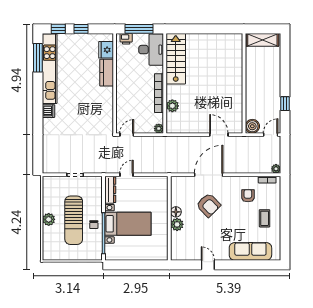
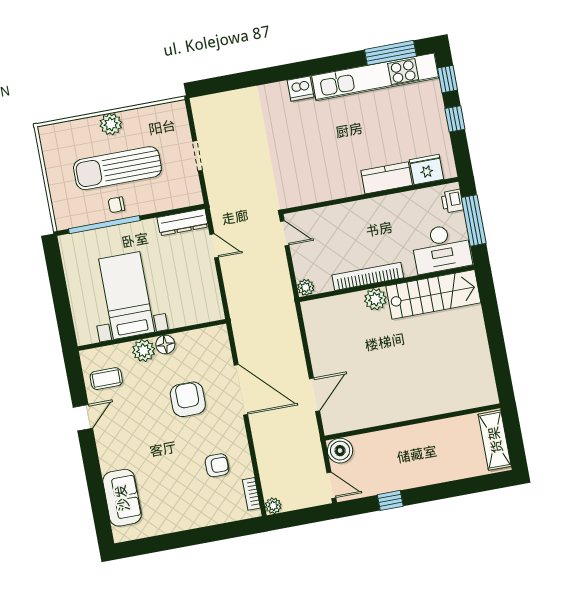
plant: (172, 106) -> (375, 299), moved
armchair: (208, 205) -> (188, 399), turned 135
coffee table: (265, 218) -> (106, 379), moved
bed with nightstands: (128, 224) -> (127, 295), moved, turned 180
sofa: (250, 251) -> (122, 498), width x0.73

